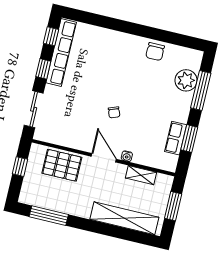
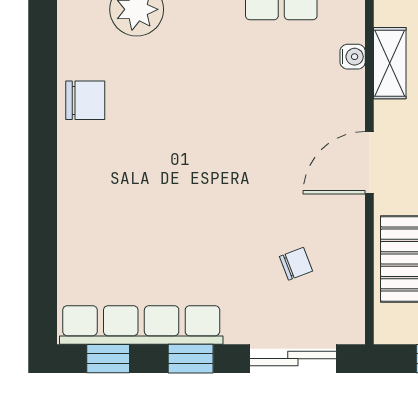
chair: (114, 112) -> (296, 264), moved
water cooler: (127, 156) -> (353, 57), moved

